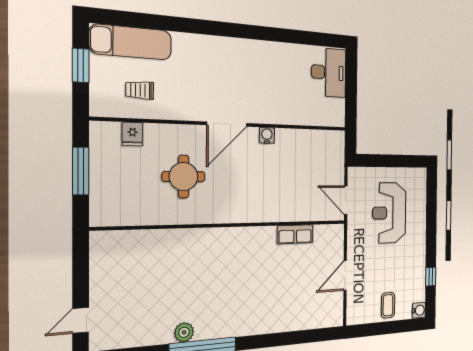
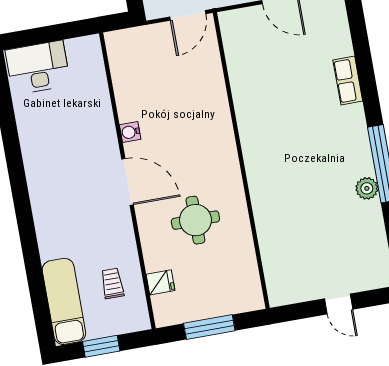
trolley: (140, 90) -> (112, 283), turned 180
row of seats: (295, 234) -> (348, 80), moved, turned 180
door: (81, 320) -> (339, 304), moved

